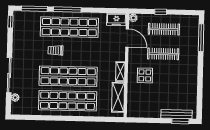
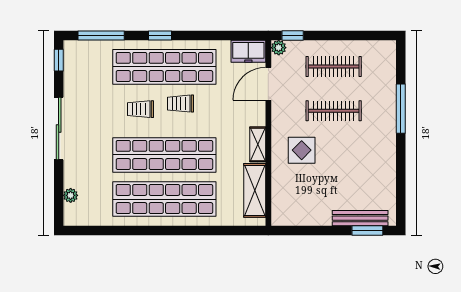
window: (67, 9) -> (160, 36), width x0.46
window: (161, 12) -> (293, 36), moved
door: (127, 38) -> (268, 84), swing flipped
window: (201, 38) -> (401, 109), moved
trolley: (78, 48) -> (180, 104), added
sliding door: (9, 75) -> (59, 128), moved

